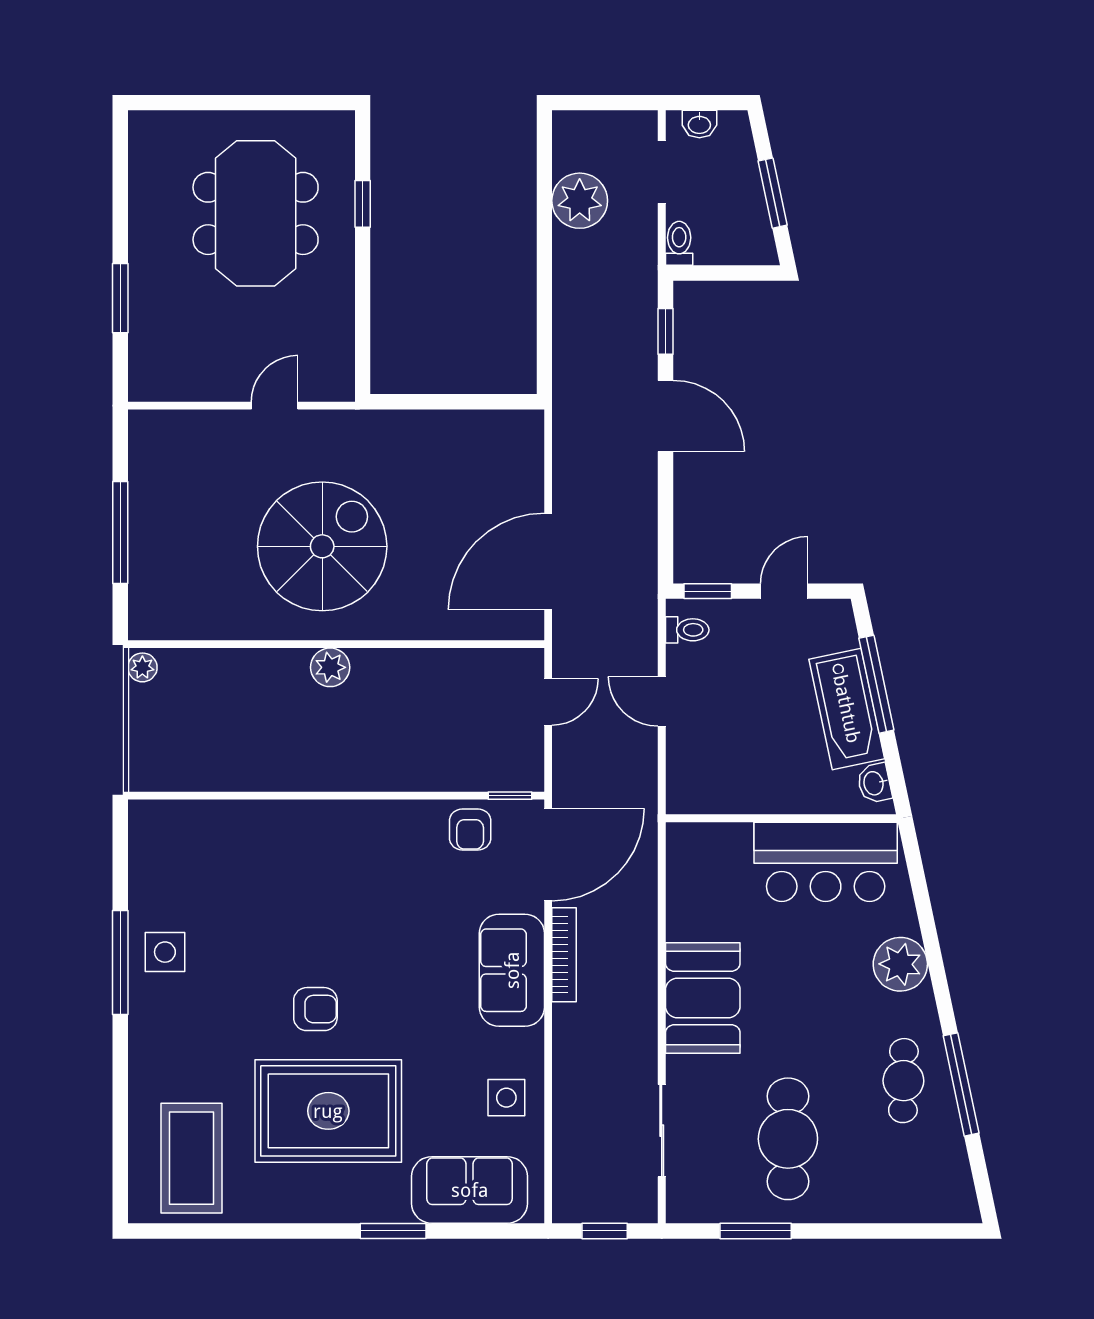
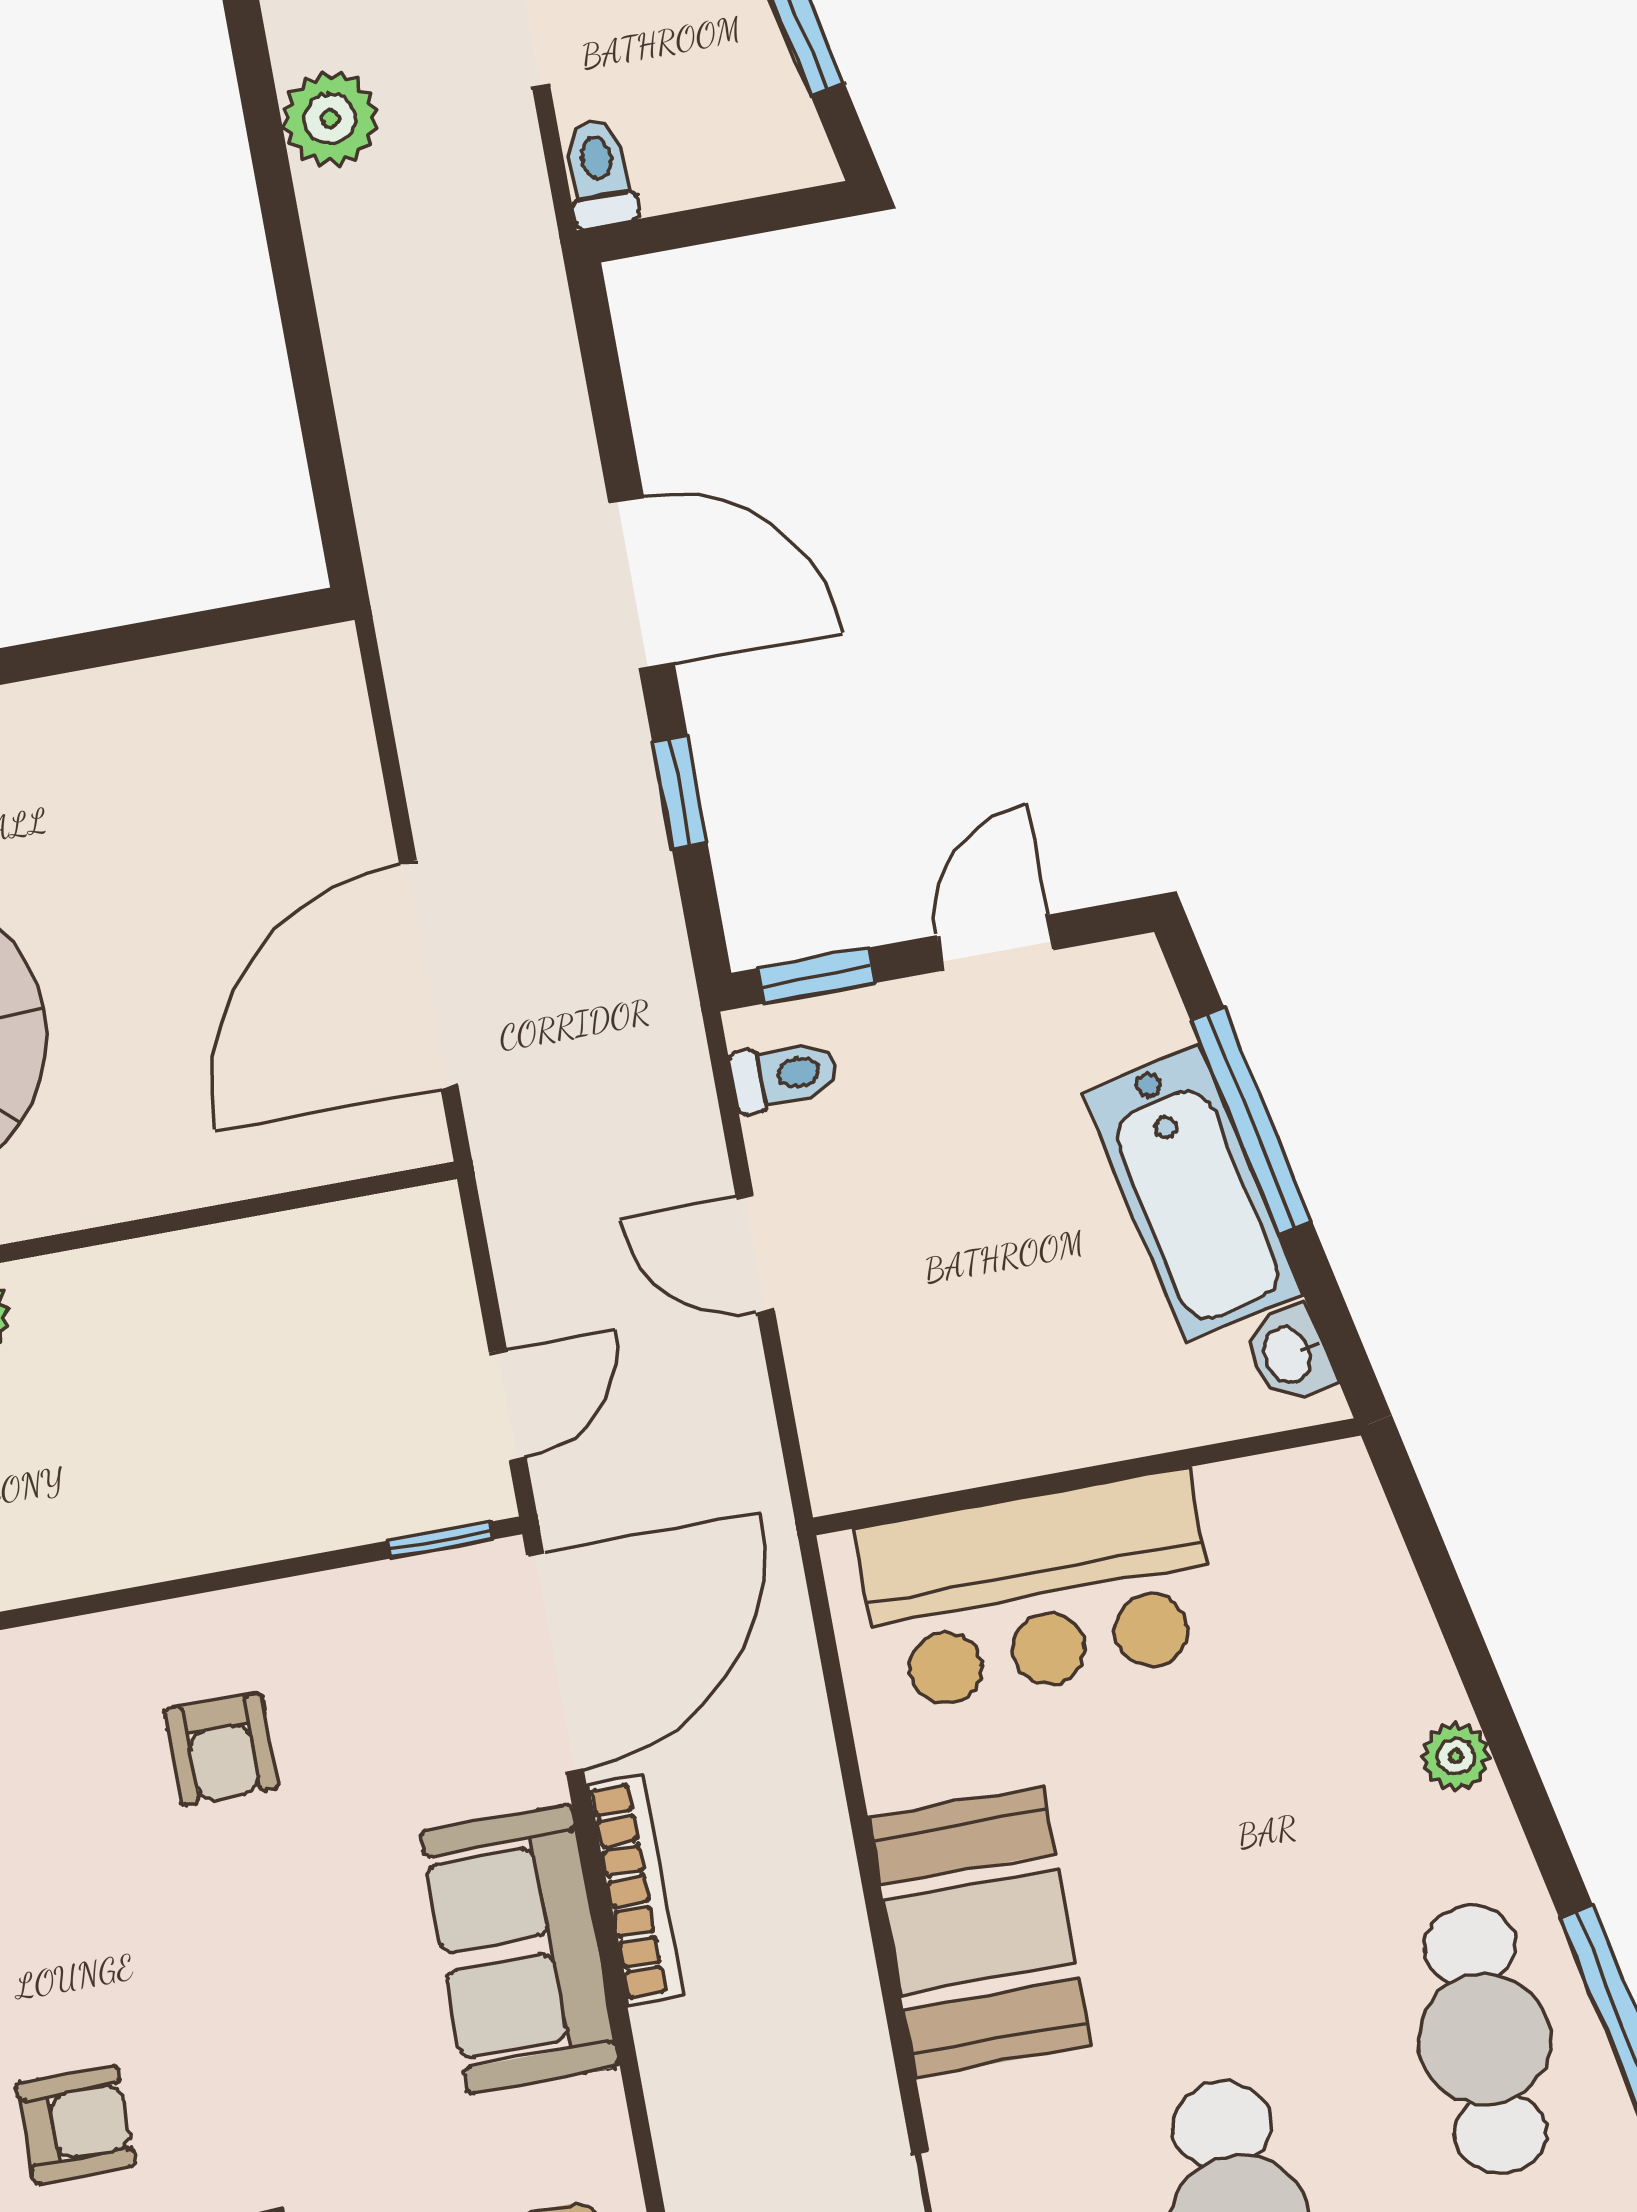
plant: (580, 201) -> (330, 119), width x0.73, depth x0.73
window: (666, 331) -> (680, 793), moved
door: (548, 702) -> (508, 1405), moved
armchair: (470, 829) -> (221, 1749), moved
bar counter: (826, 862) -> (1038, 1591), moved
plant: (900, 964) -> (1456, 1756), width x0.53, depth x0.53
cafe table: (903, 1081) -> (1485, 2039), width x1.37, depth x1.35

